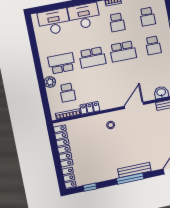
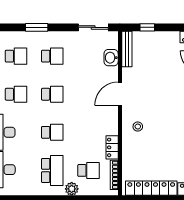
school desk: (123, 51) -> (52, 94), width x0.54
school desk: (92, 57) -> (52, 132), width x0.54
school desk: (62, 63) -> (52, 170), turned 180
door: (134, 105) -> (120, 94), hinge flipped

